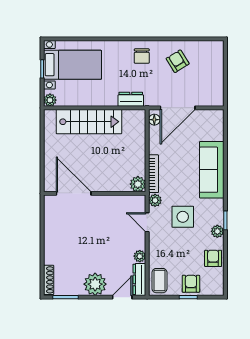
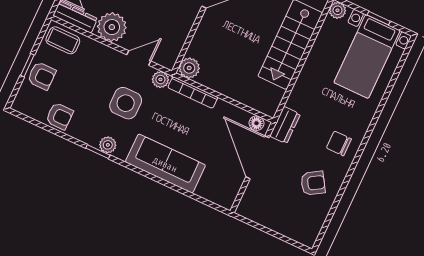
dresser: (131, 99) -> (285, 125), moved
plant: (217, 231) -> (108, 145), moved
plant: (140, 256) -> (112, 27), width x1.88, depth x1.88

